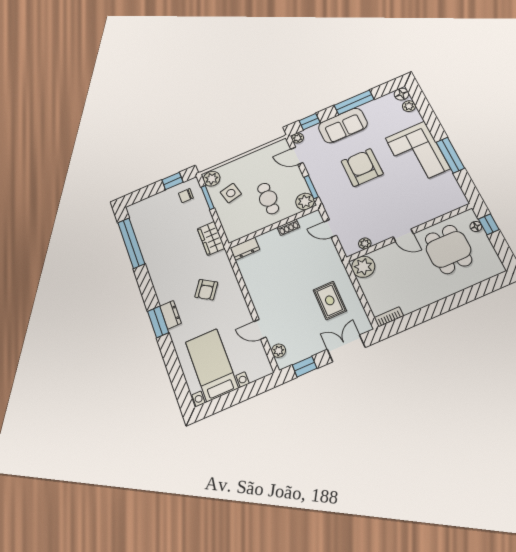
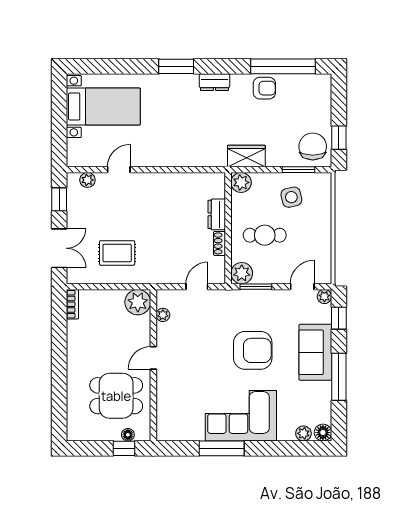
plant: (212, 179) -> (241, 182), moved
chair: (186, 196) -> (313, 146), width x1.87, depth x1.87
dresser: (245, 249) -> (217, 214), moved
armchair: (206, 290) -> (264, 88), moved, turned 146
dresser: (171, 315) -> (214, 82), moved

